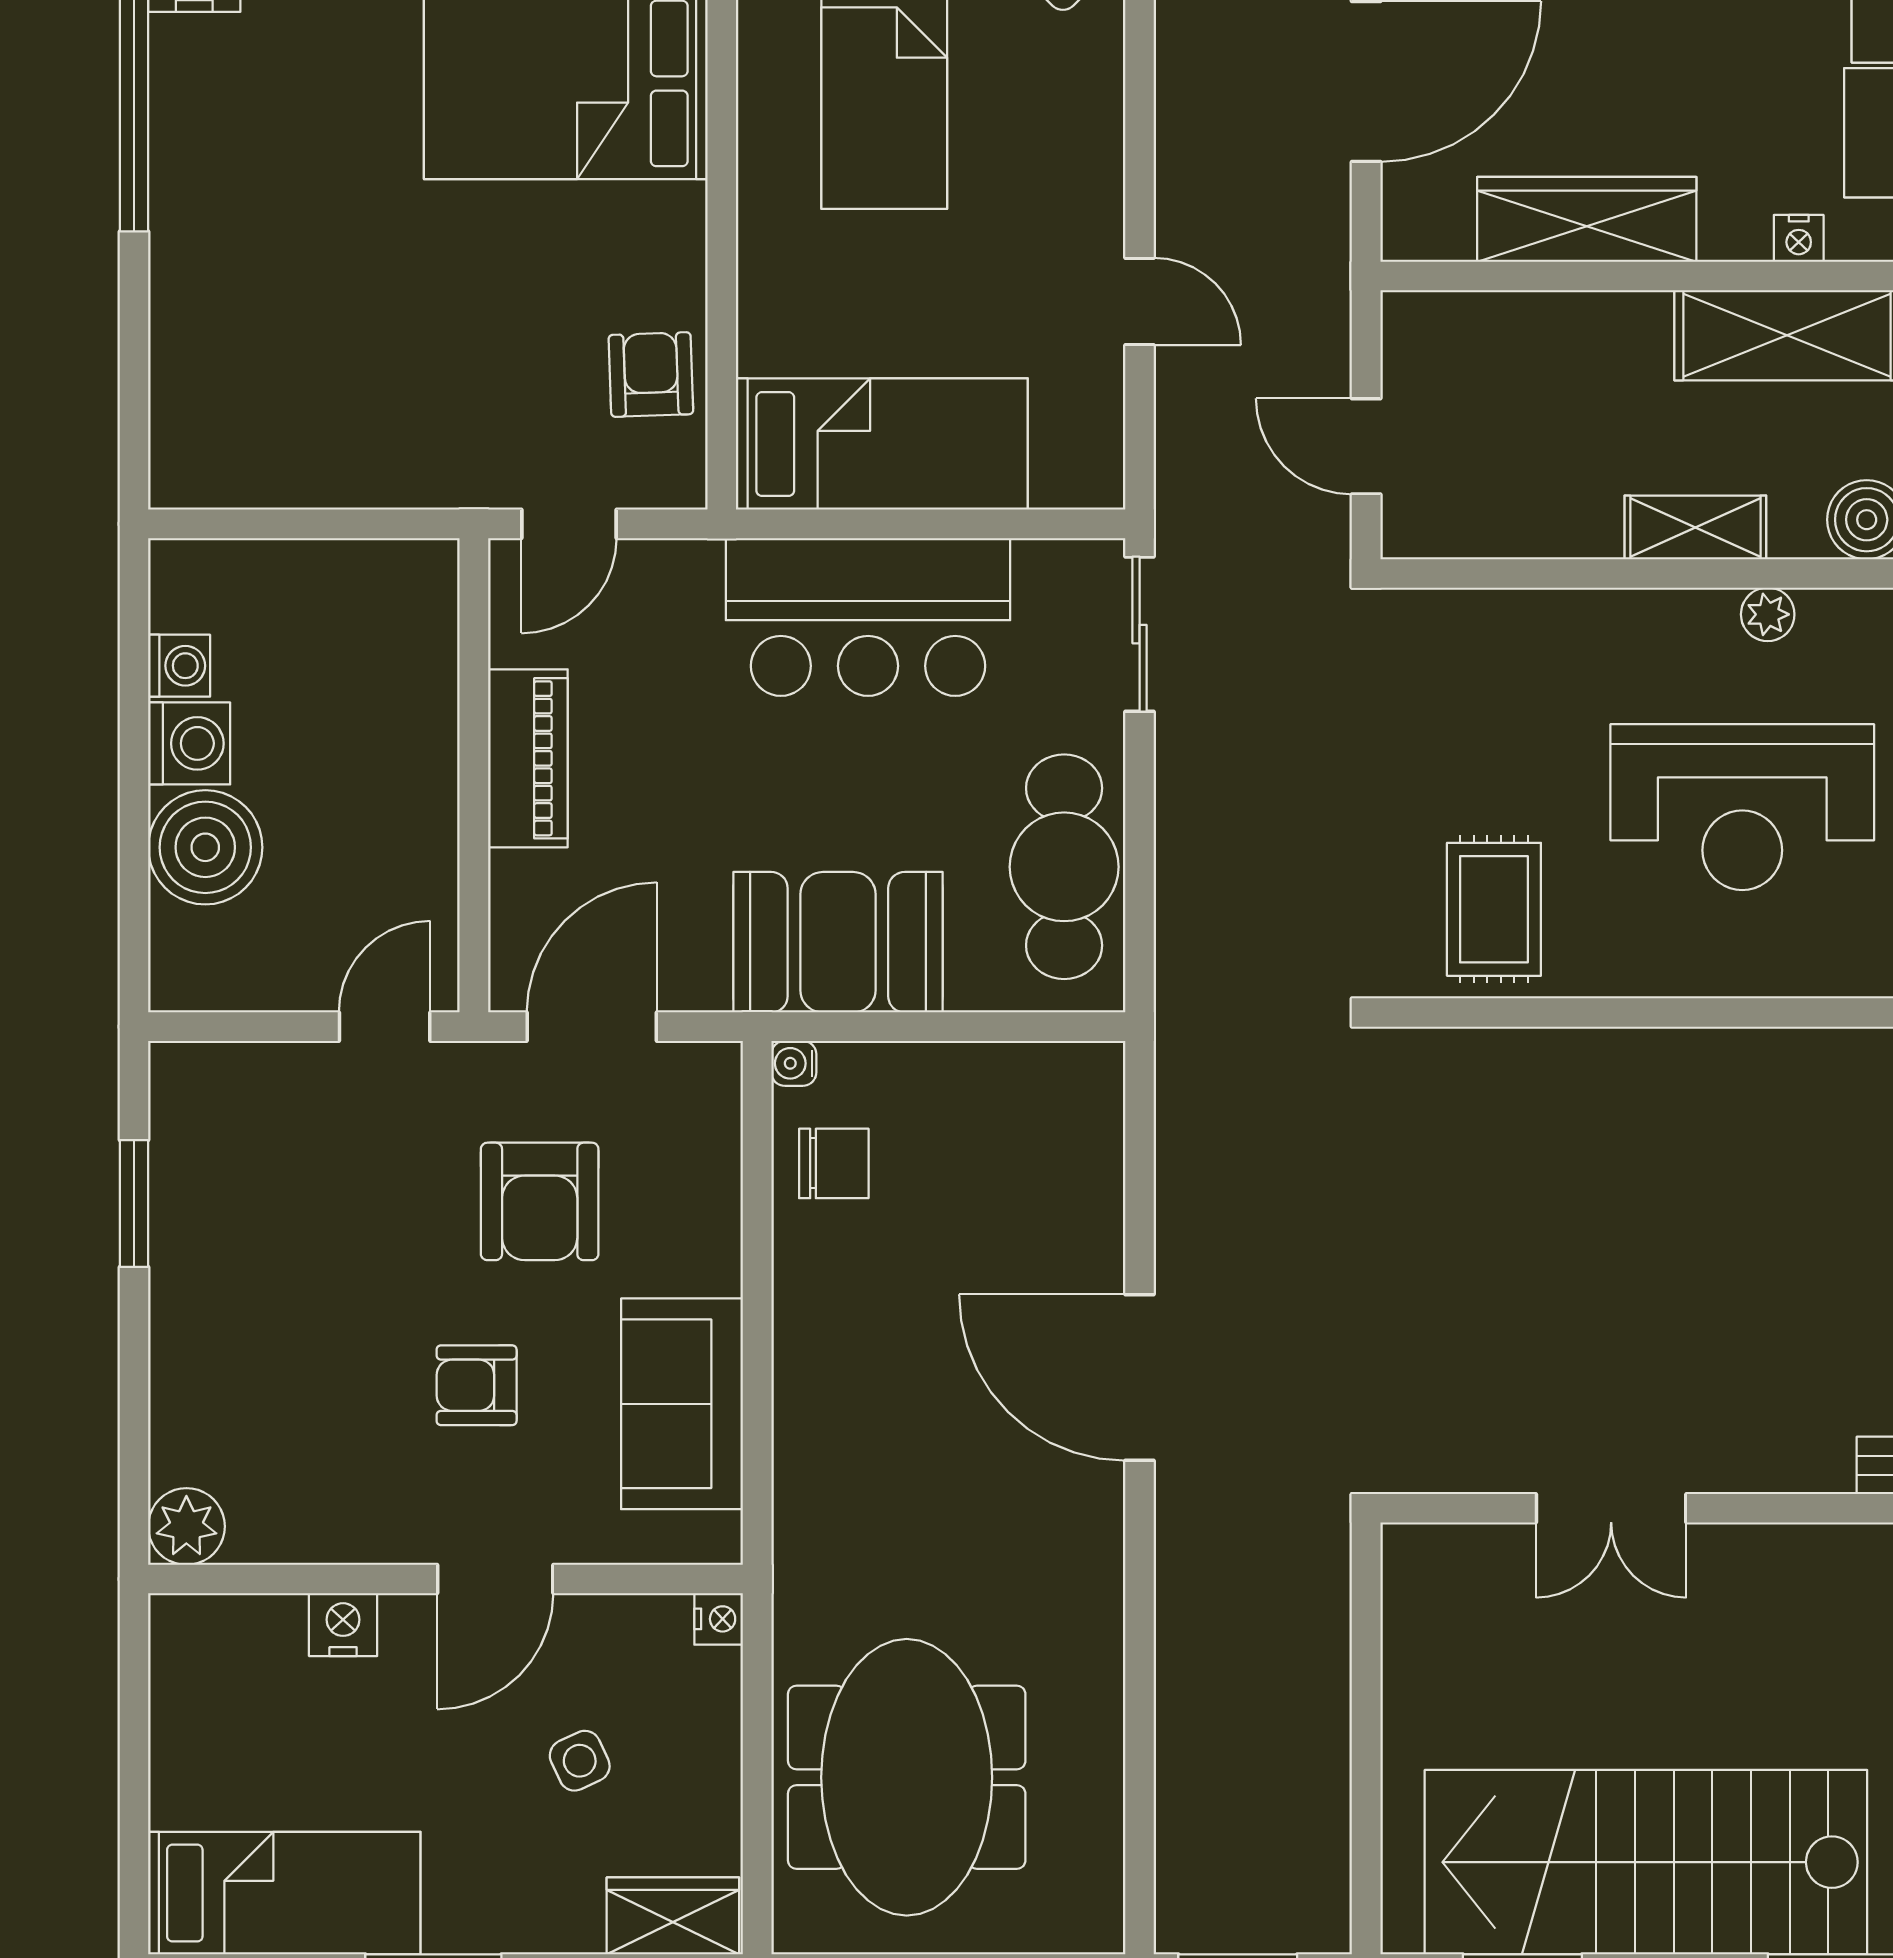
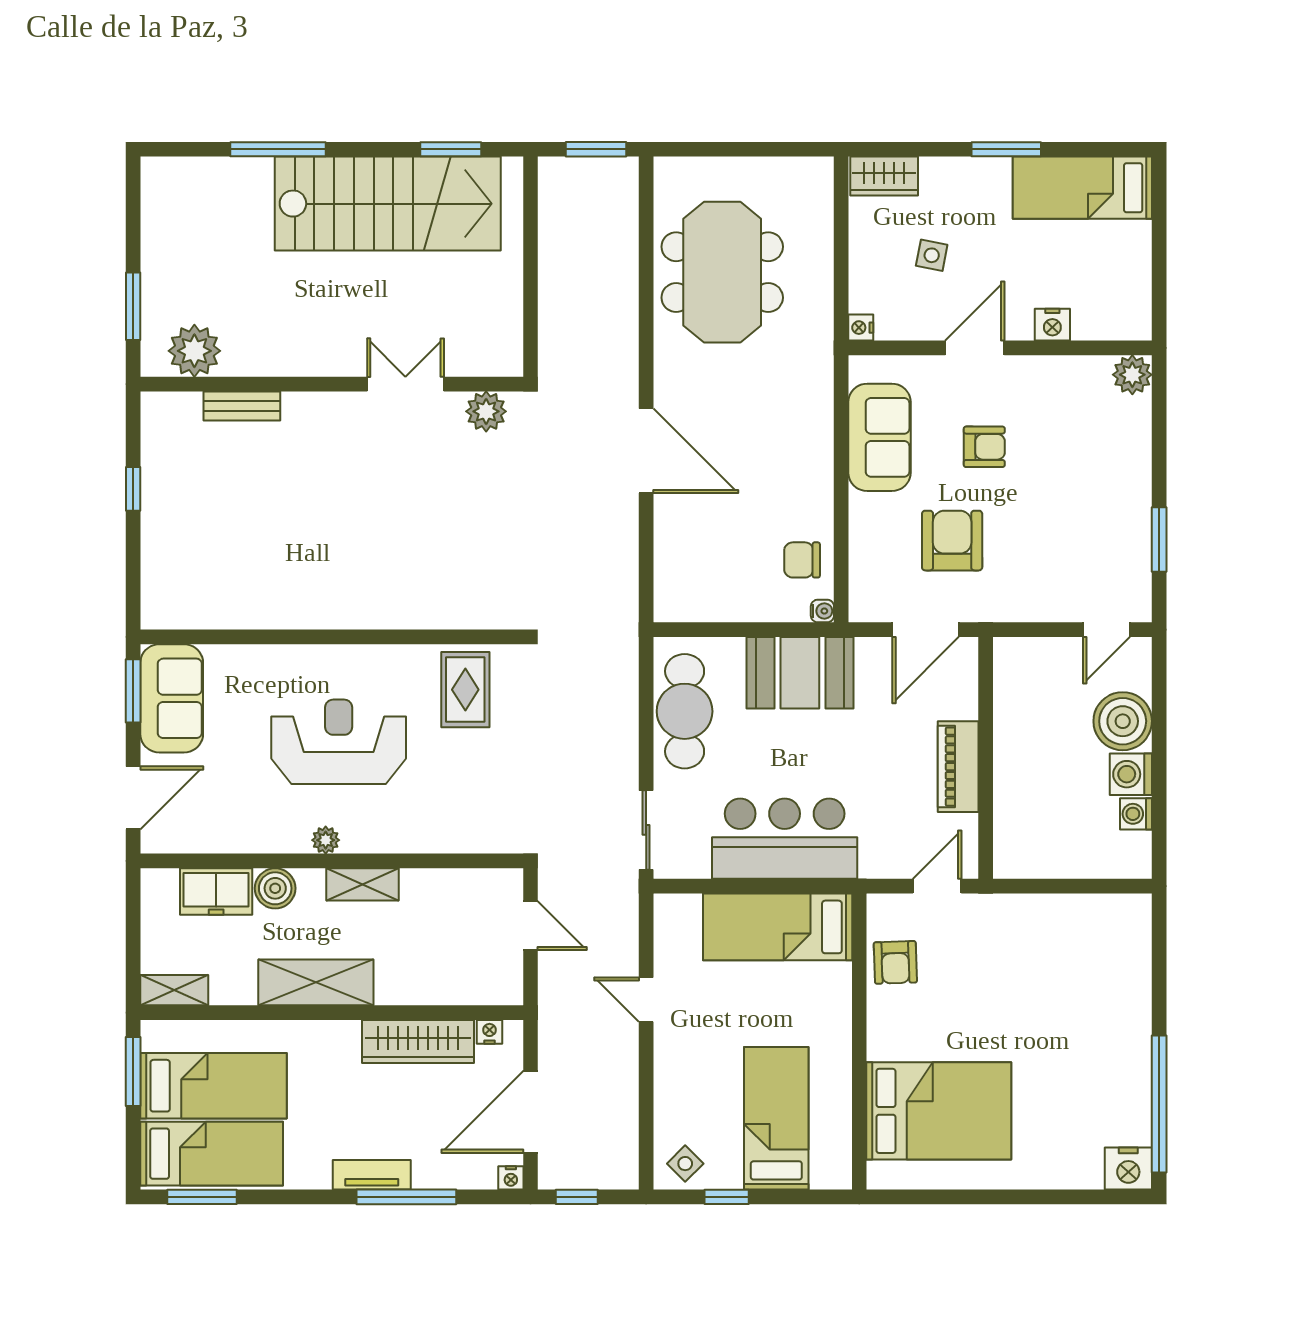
nightstand: (1799, 238) -> (489, 1032), moved
door: (385, 1027) -> (1107, 630), moved
plant: (1453, 1455) -> (486, 411), added
side table: (580, 1761) -> (932, 255), turned 36
meeting table: (907, 1777) -> (722, 272), moved

